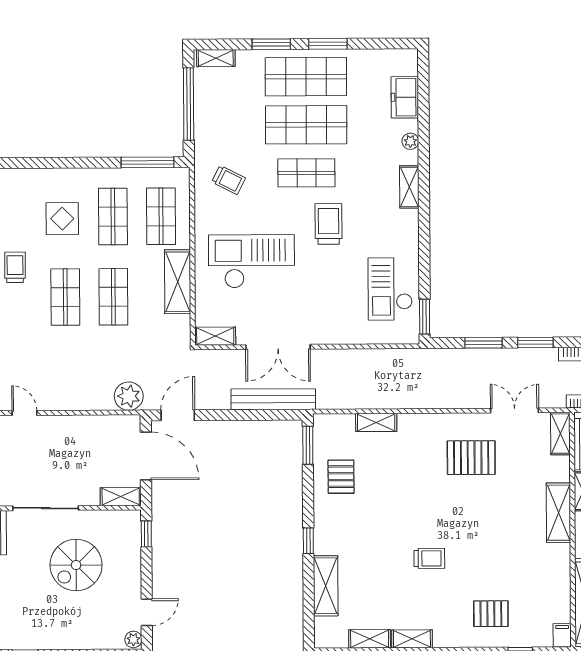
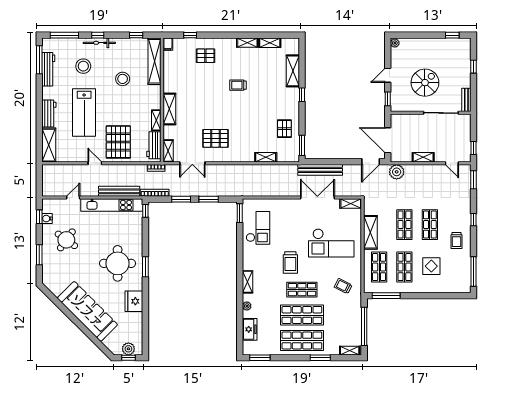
window: (328, 44) -> (260, 358), moved
shelving: (121, 497) -> (423, 157), moved
door: (147, 612) -> (388, 75), moved

